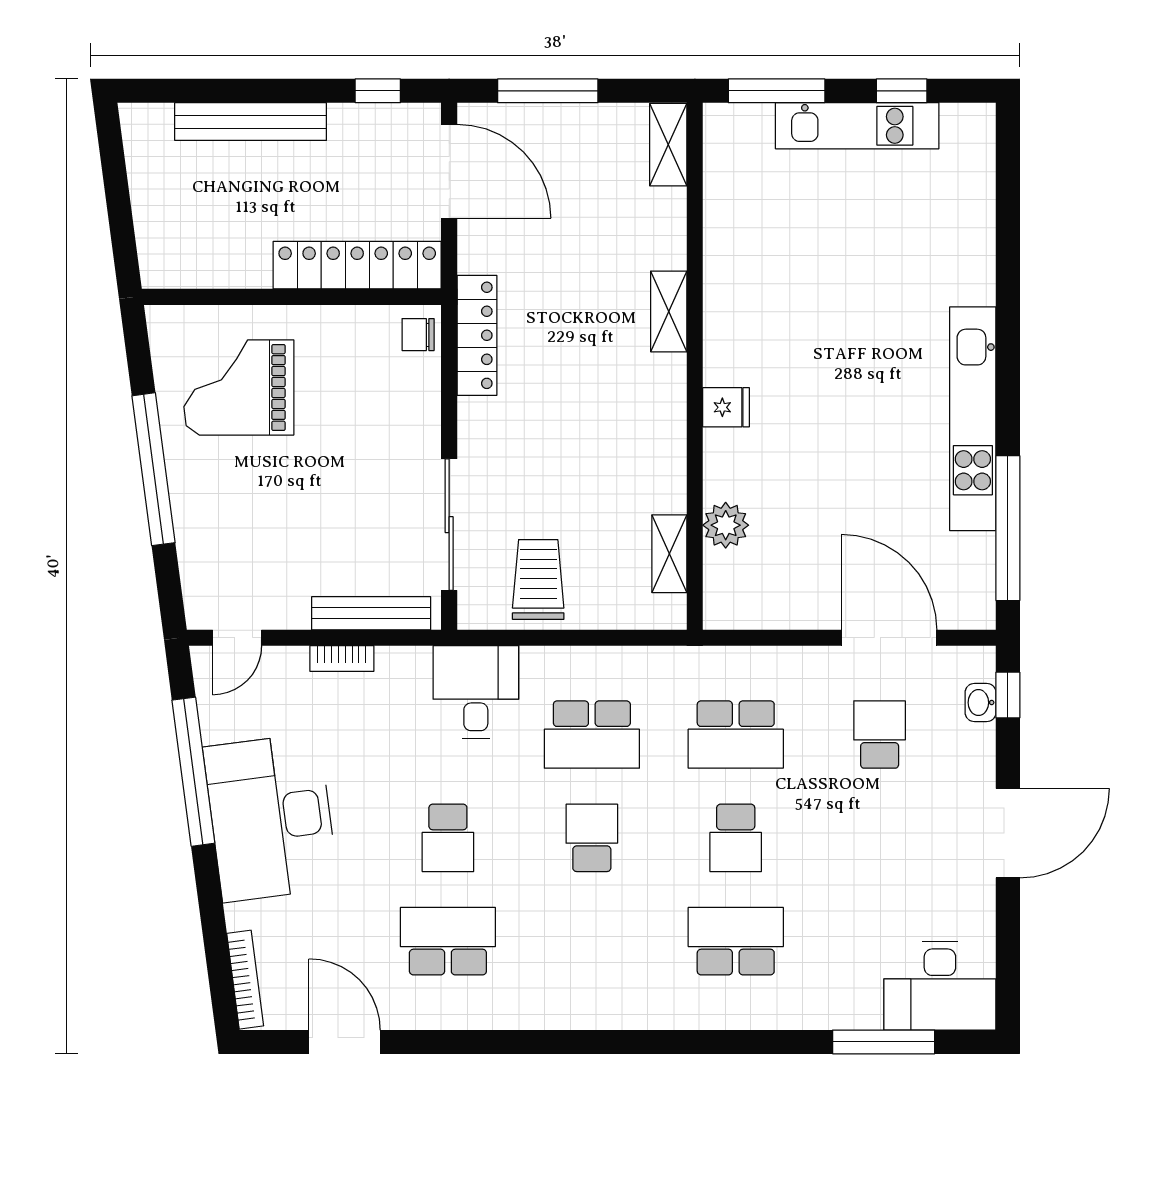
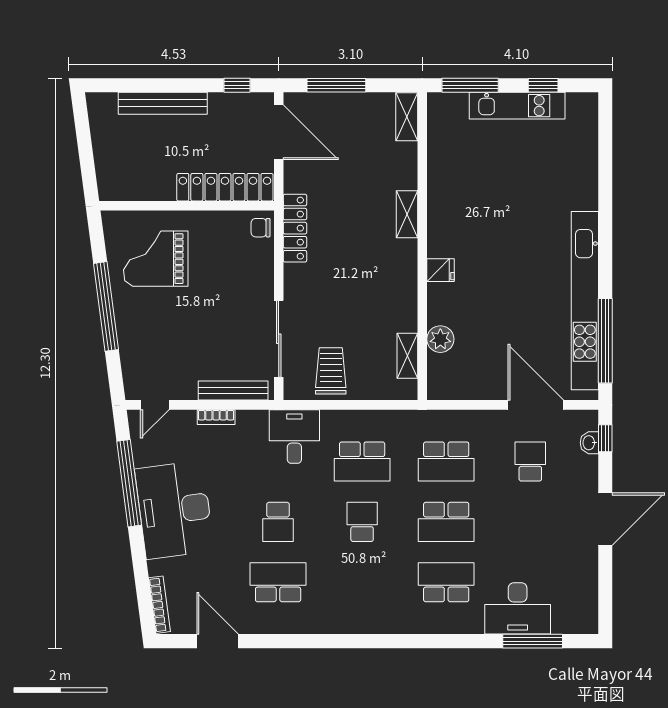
kitchen unit: (973, 419) -> (585, 301), width x1.36
school desk: (736, 838) -> (446, 522), width x1.85
desk: (940, 986) -> (518, 608), moved

